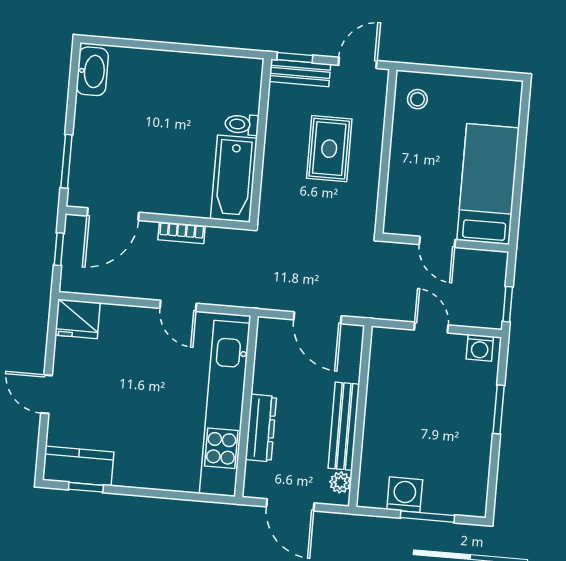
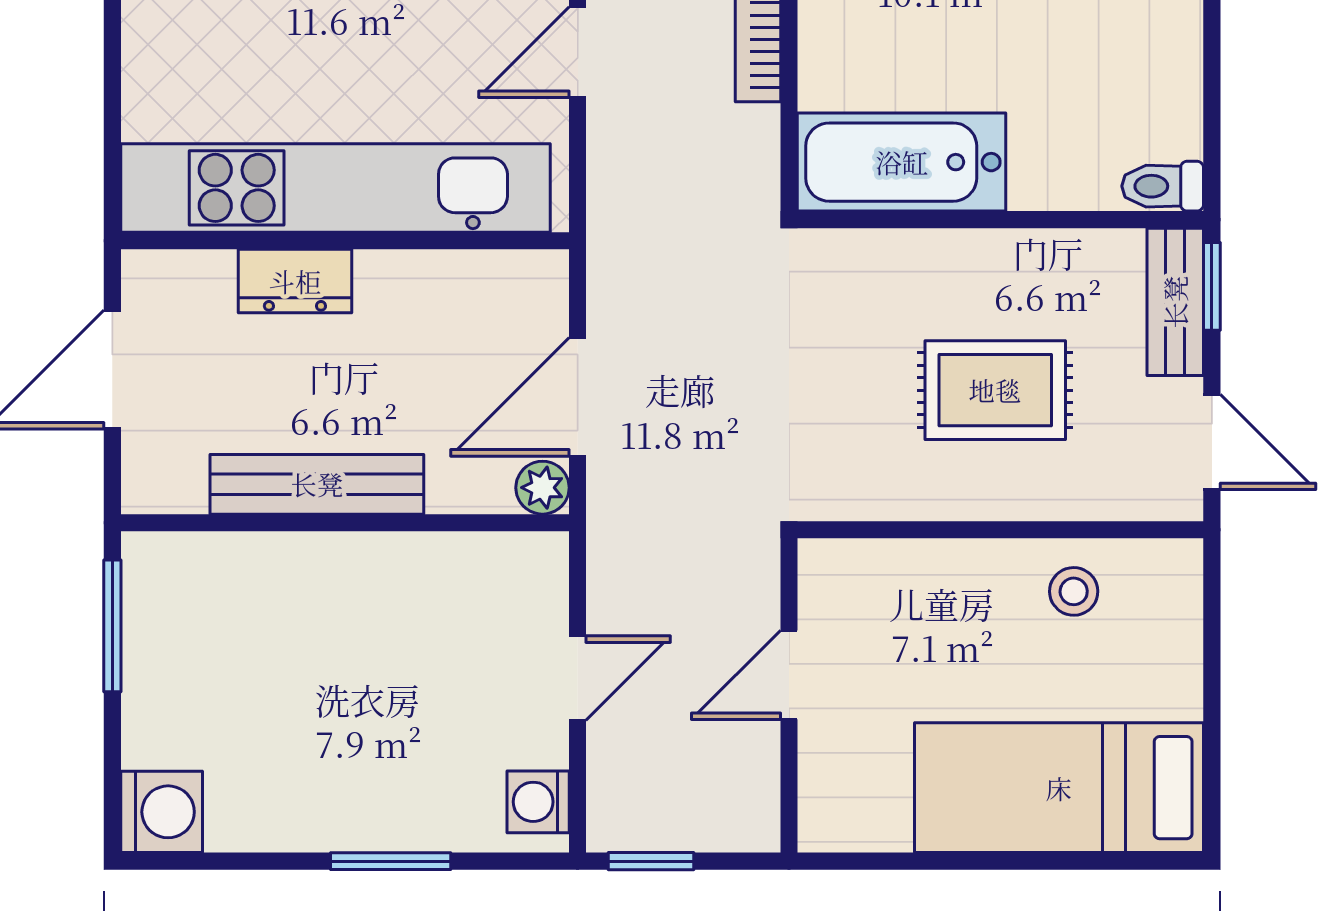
stool: (417, 99) -> (1074, 591), moved
toilet: (242, 124) -> (1163, 186), moved, turned -90
bed: (488, 184) -> (1059, 788), moved, turned 180
dresser: (261, 428) -> (295, 281), width x0.70
plant: (340, 482) -> (543, 488), moved
washing machine: (405, 495) -> (162, 812), moved
window: (427, 517) -> (112, 626), moved

